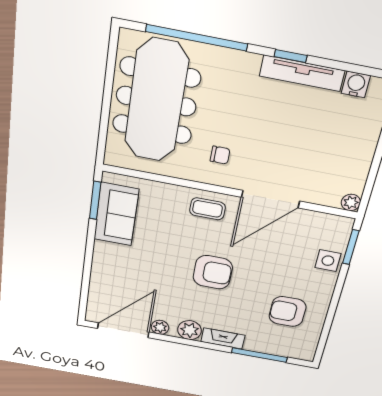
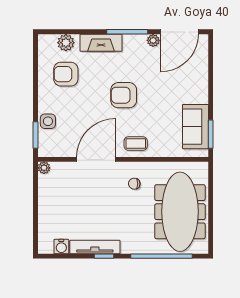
armchair: (287, 312) -> (66, 74), turned 180
plant: (190, 330) -> (66, 43), moved
fireplace: (223, 338) -> (101, 43), width x1.37, depth x1.32
window: (259, 355) -> (127, 32), moved

